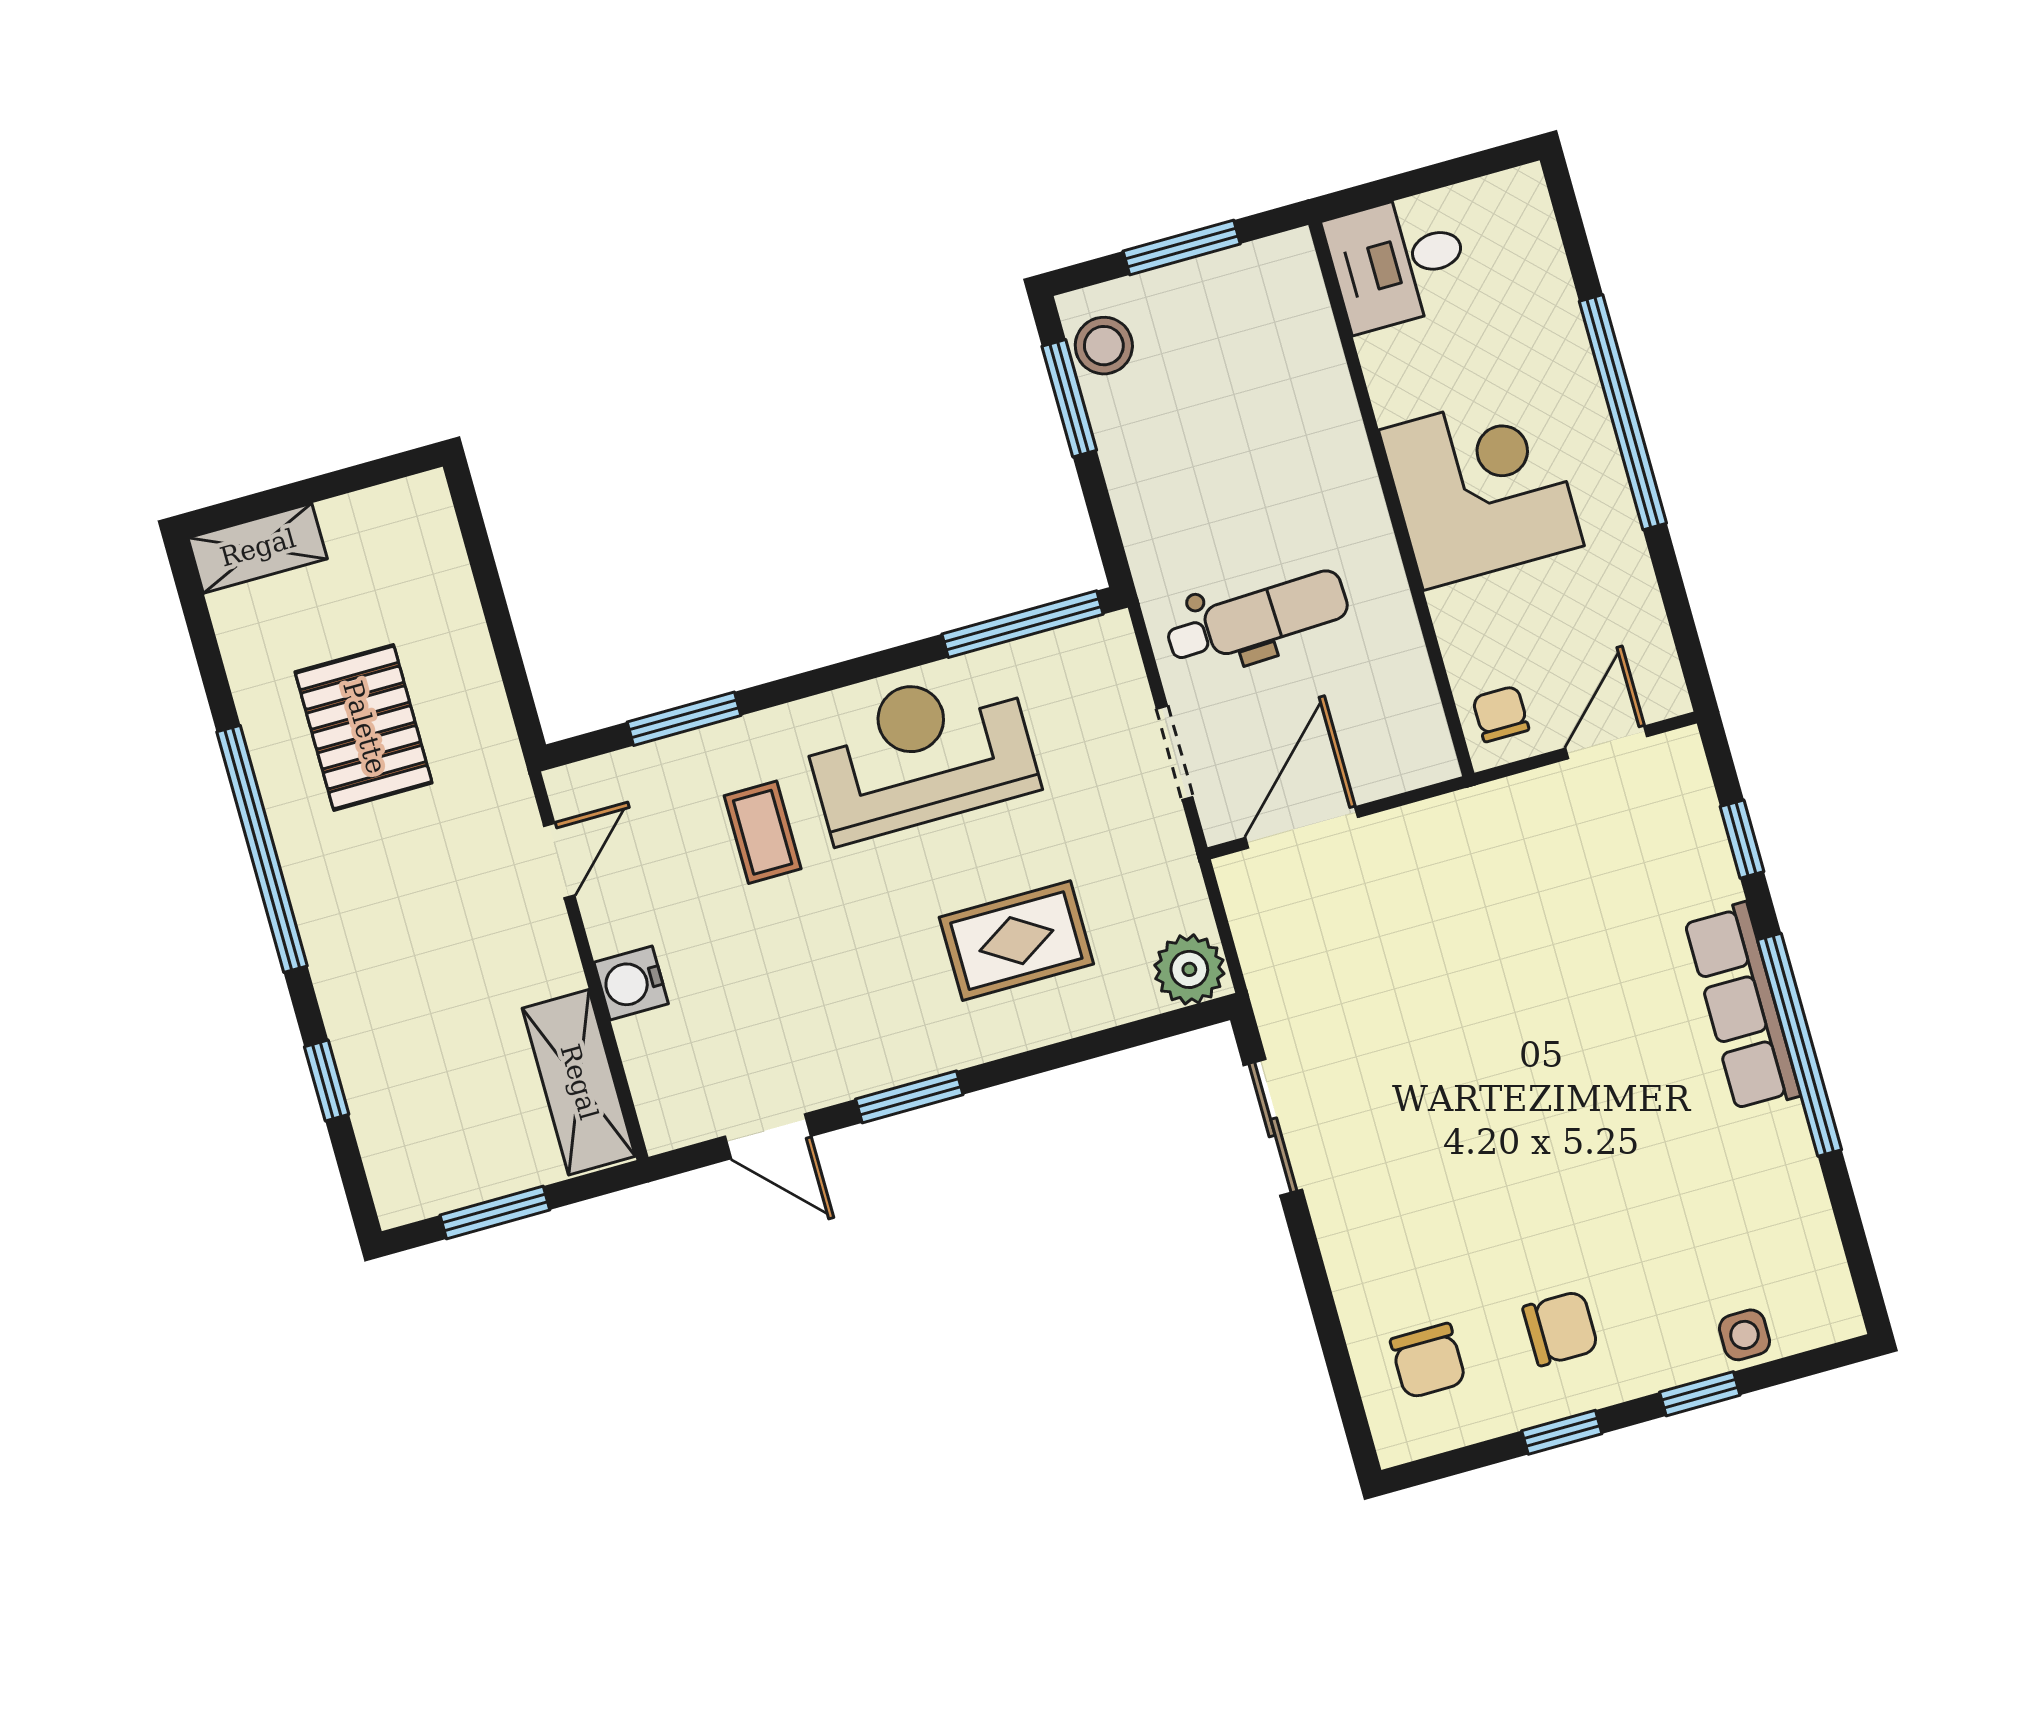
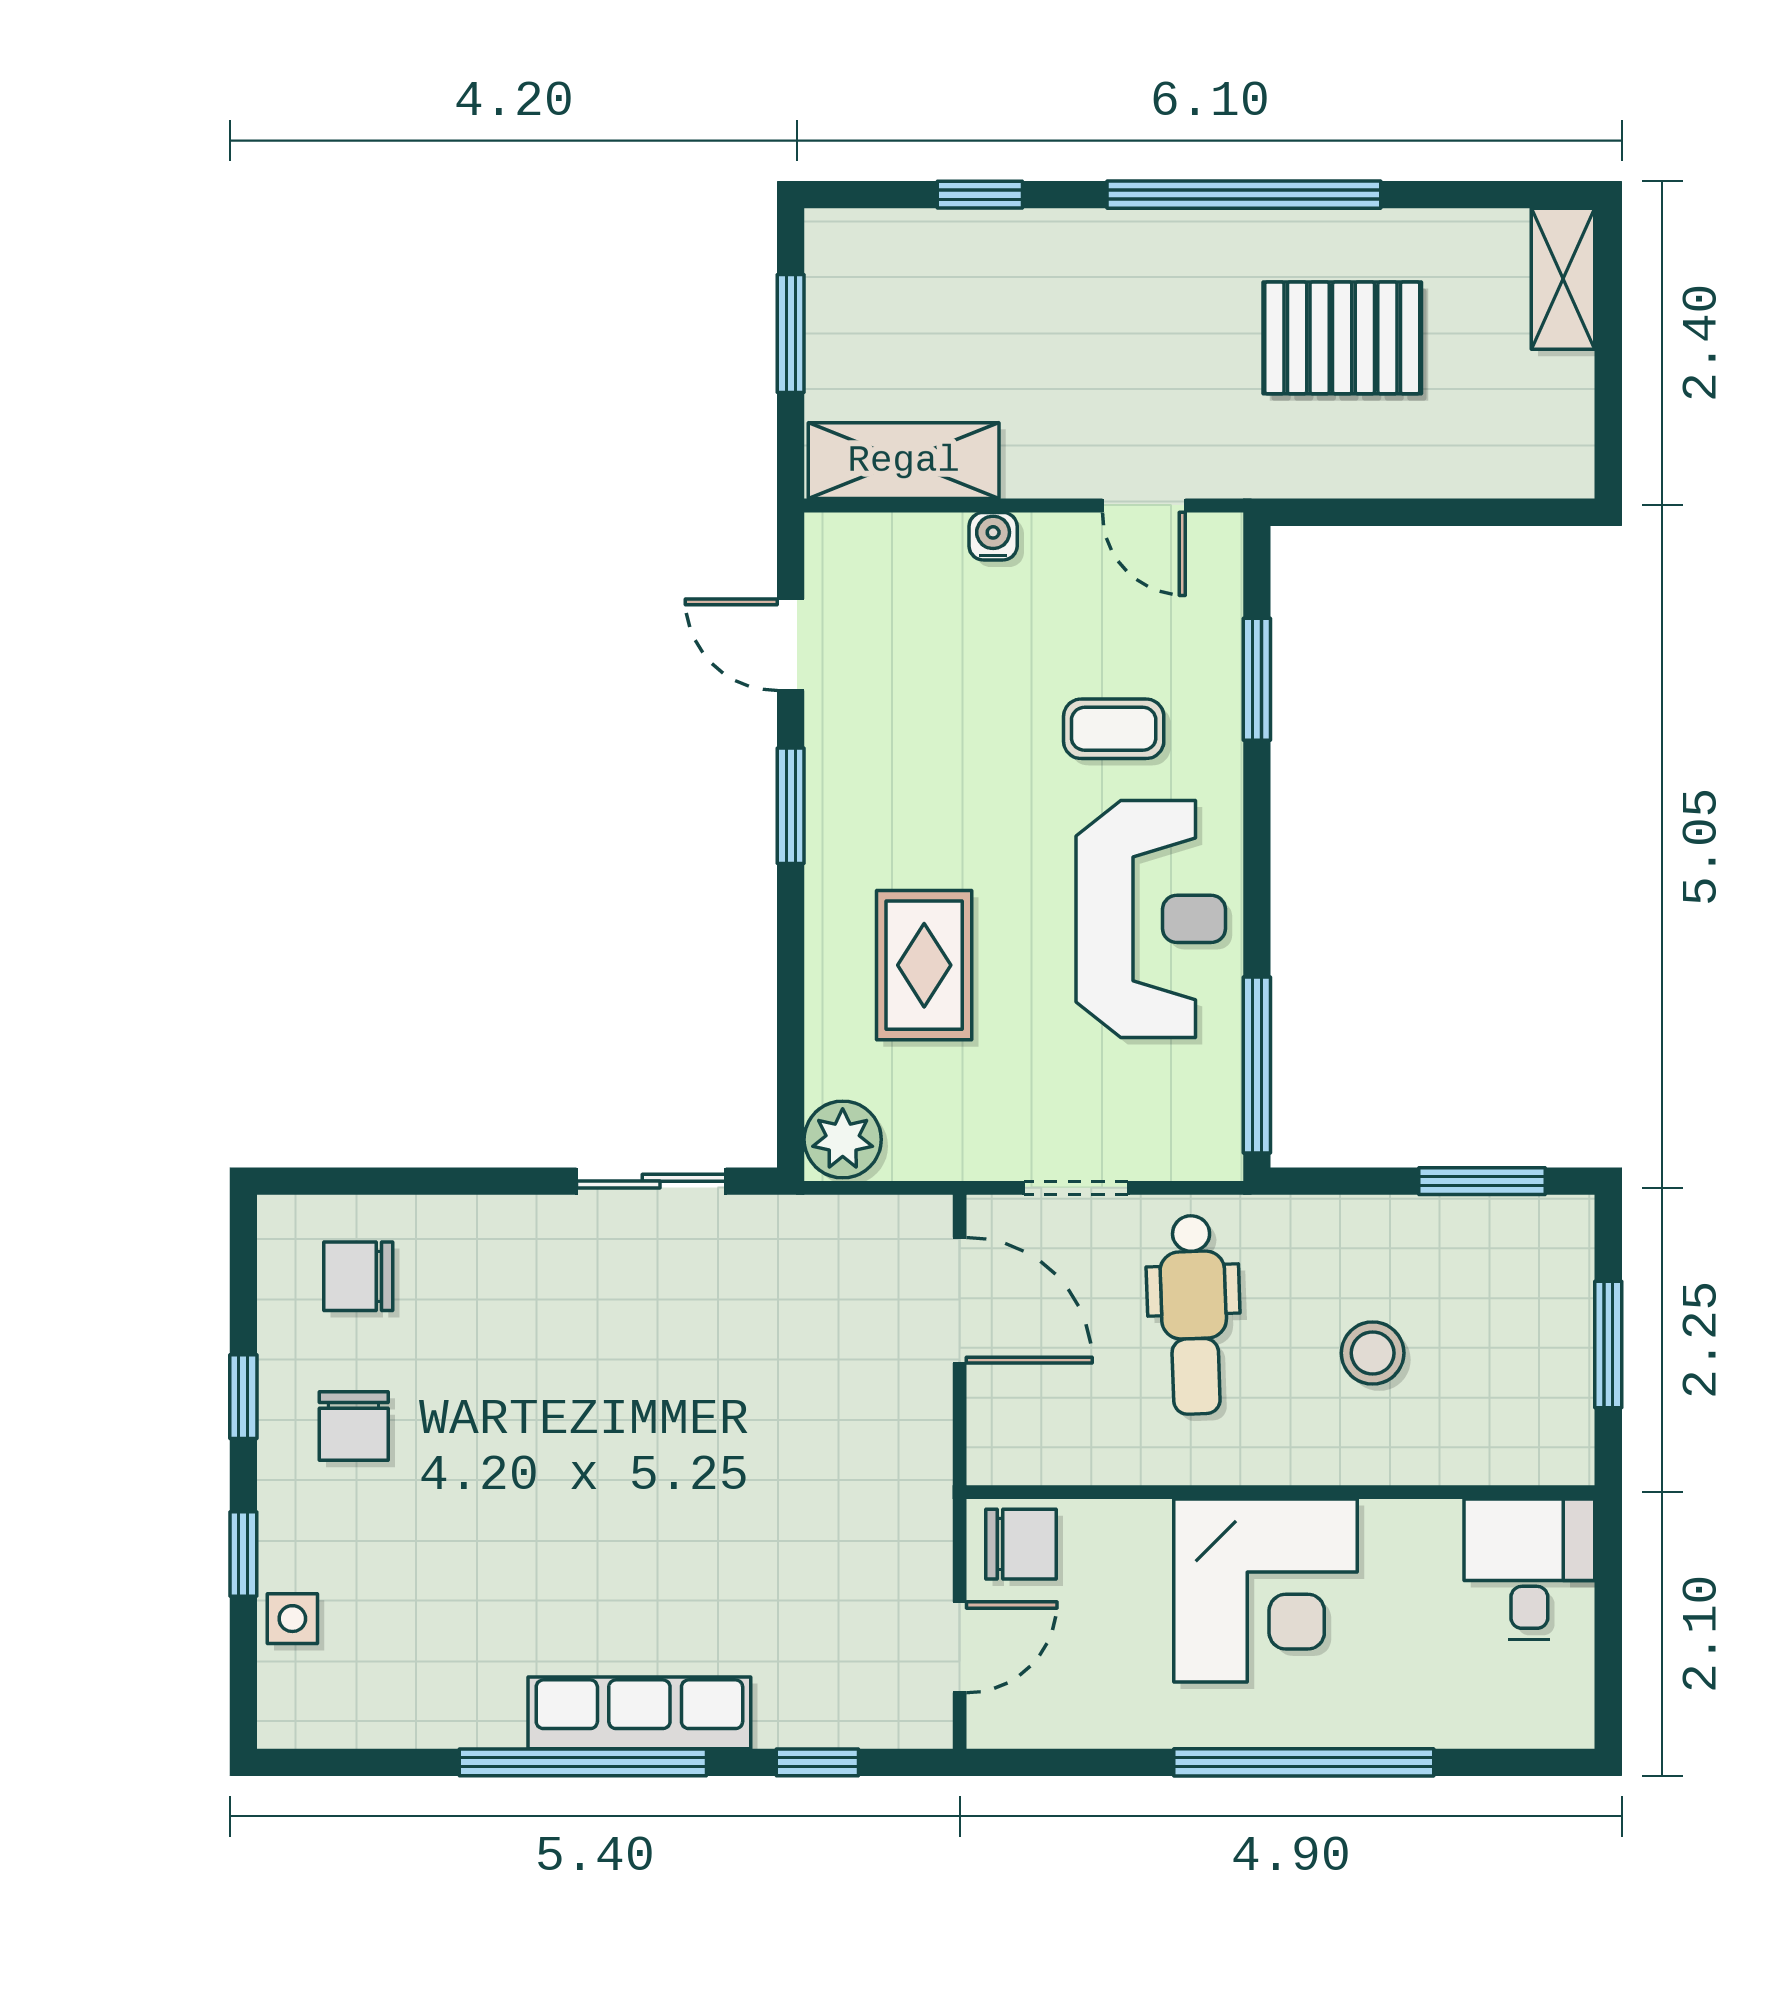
stool: (1104, 346) -> (1373, 1353), moved
chair: (1501, 714) -> (1021, 1544), width x1.37, depth x1.37
door: (1606, 742) -> (960, 1647), hinge flipped
water cooler: (631, 983) -> (993, 536), width x0.72, depth x0.72
door: (768, 1136) -> (791, 645), hinge flipped

